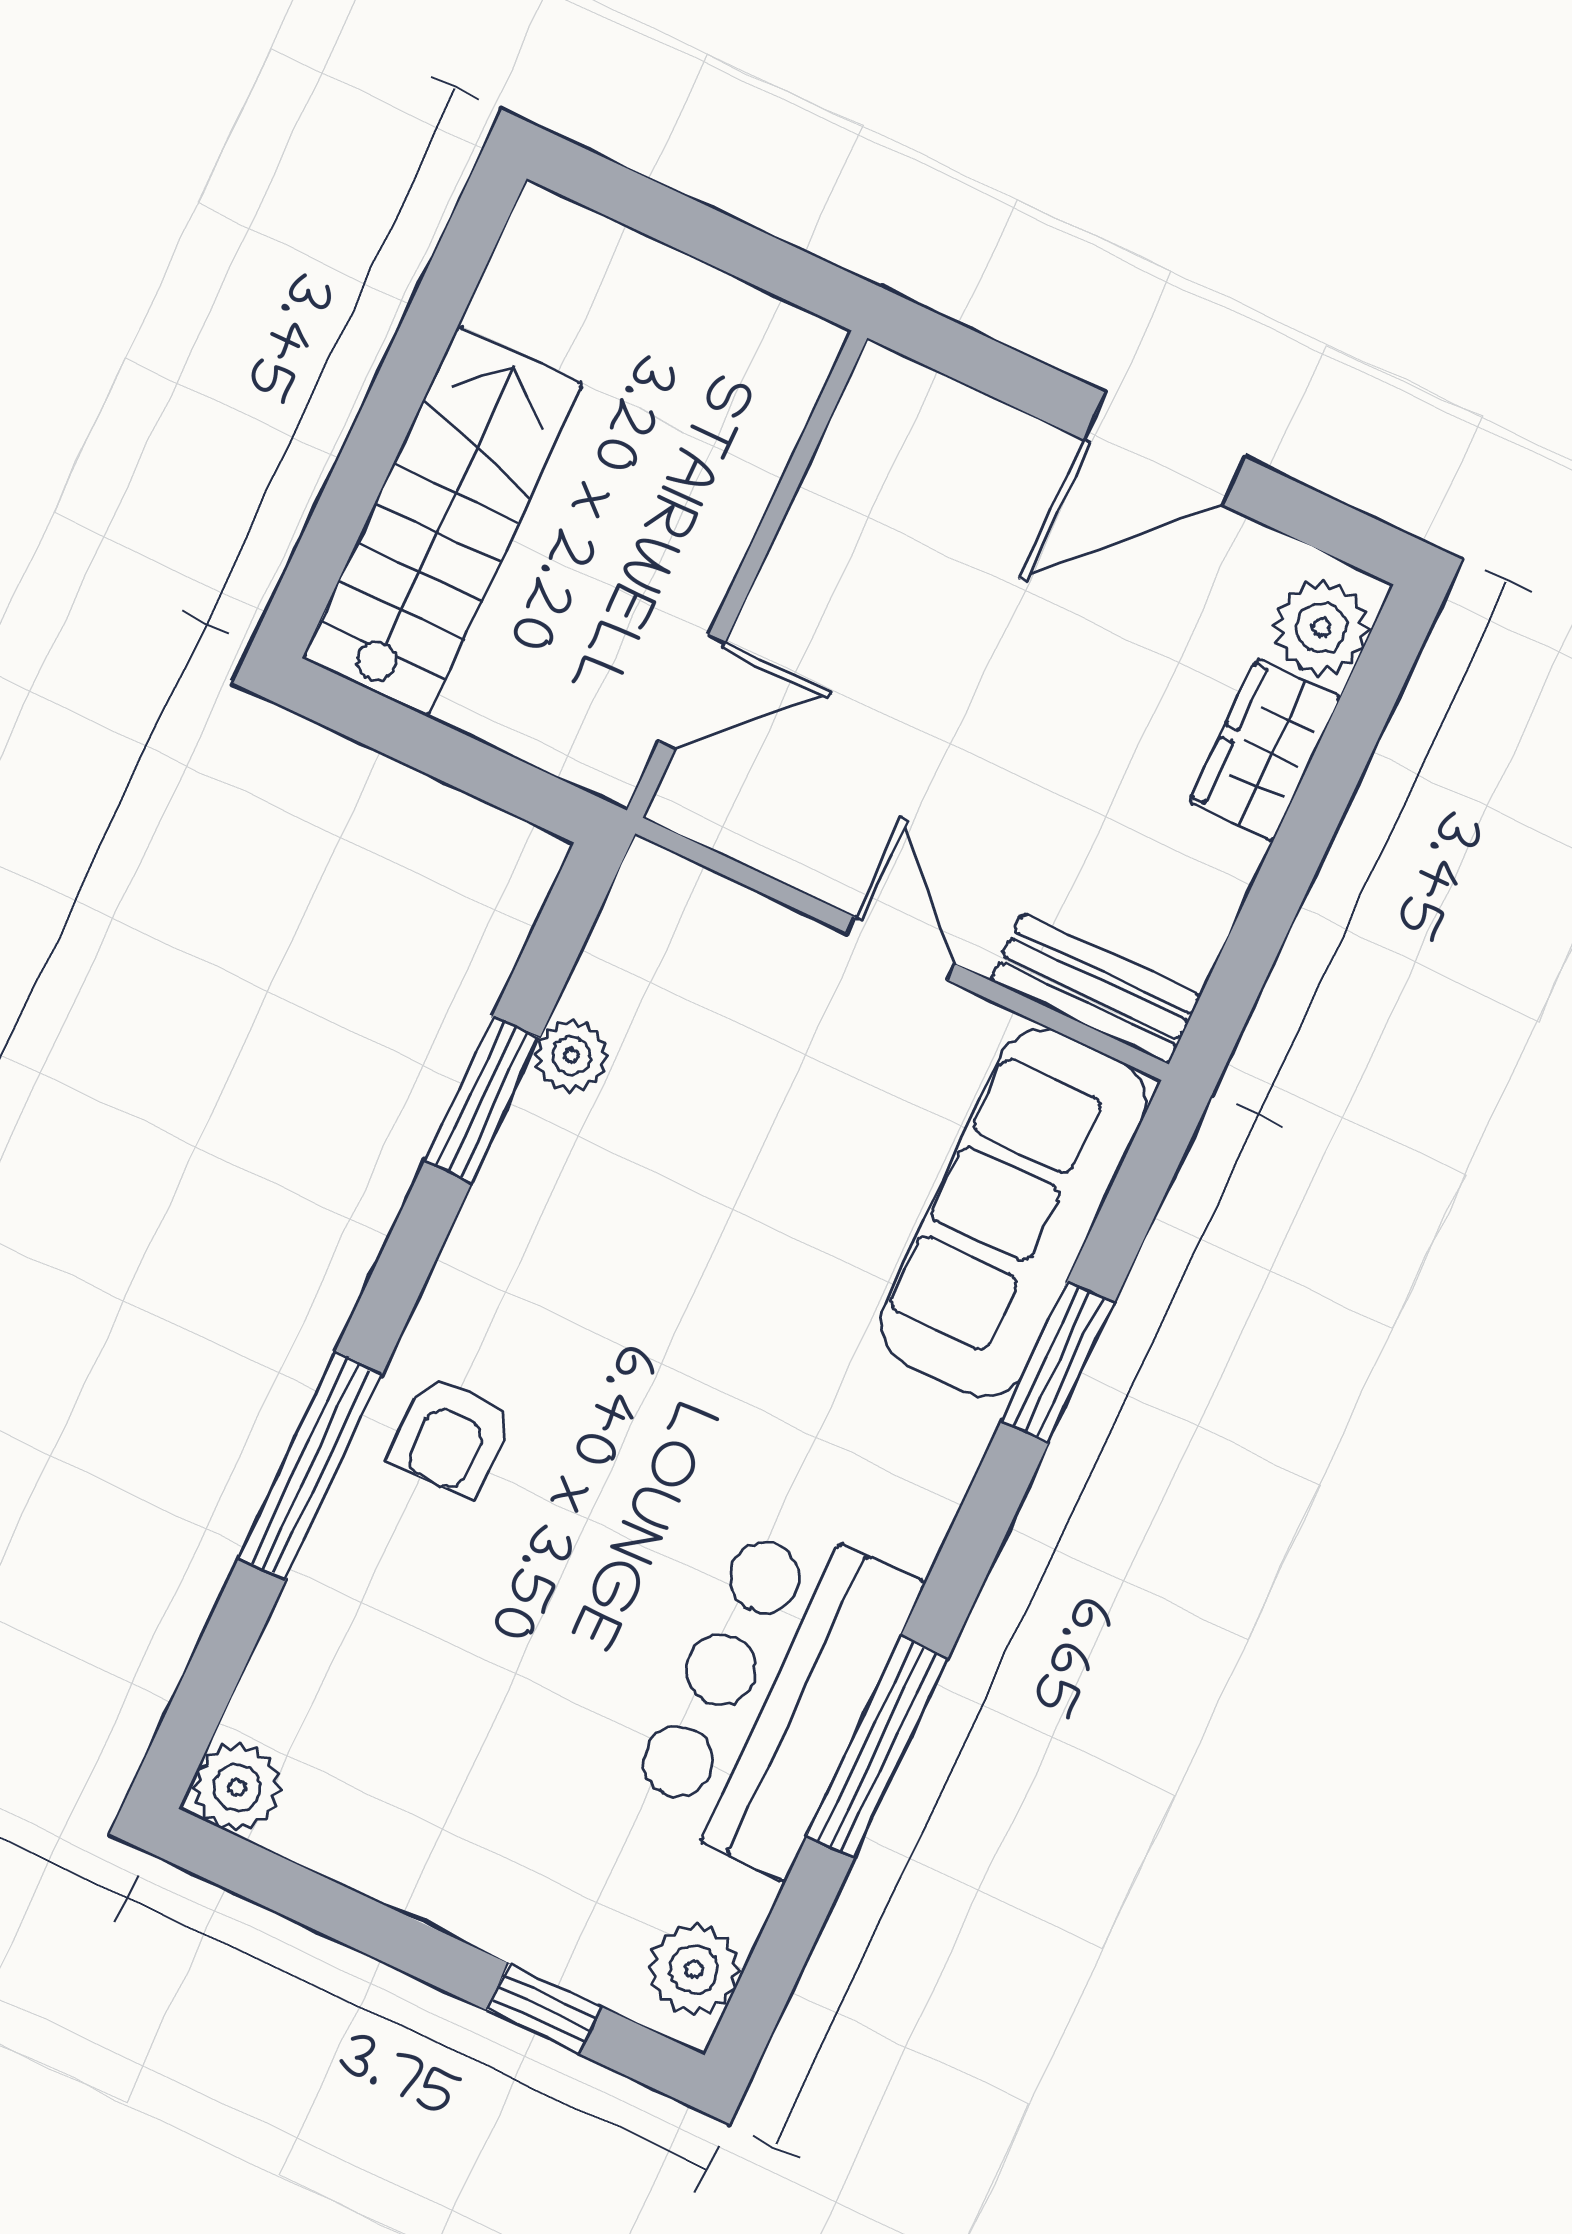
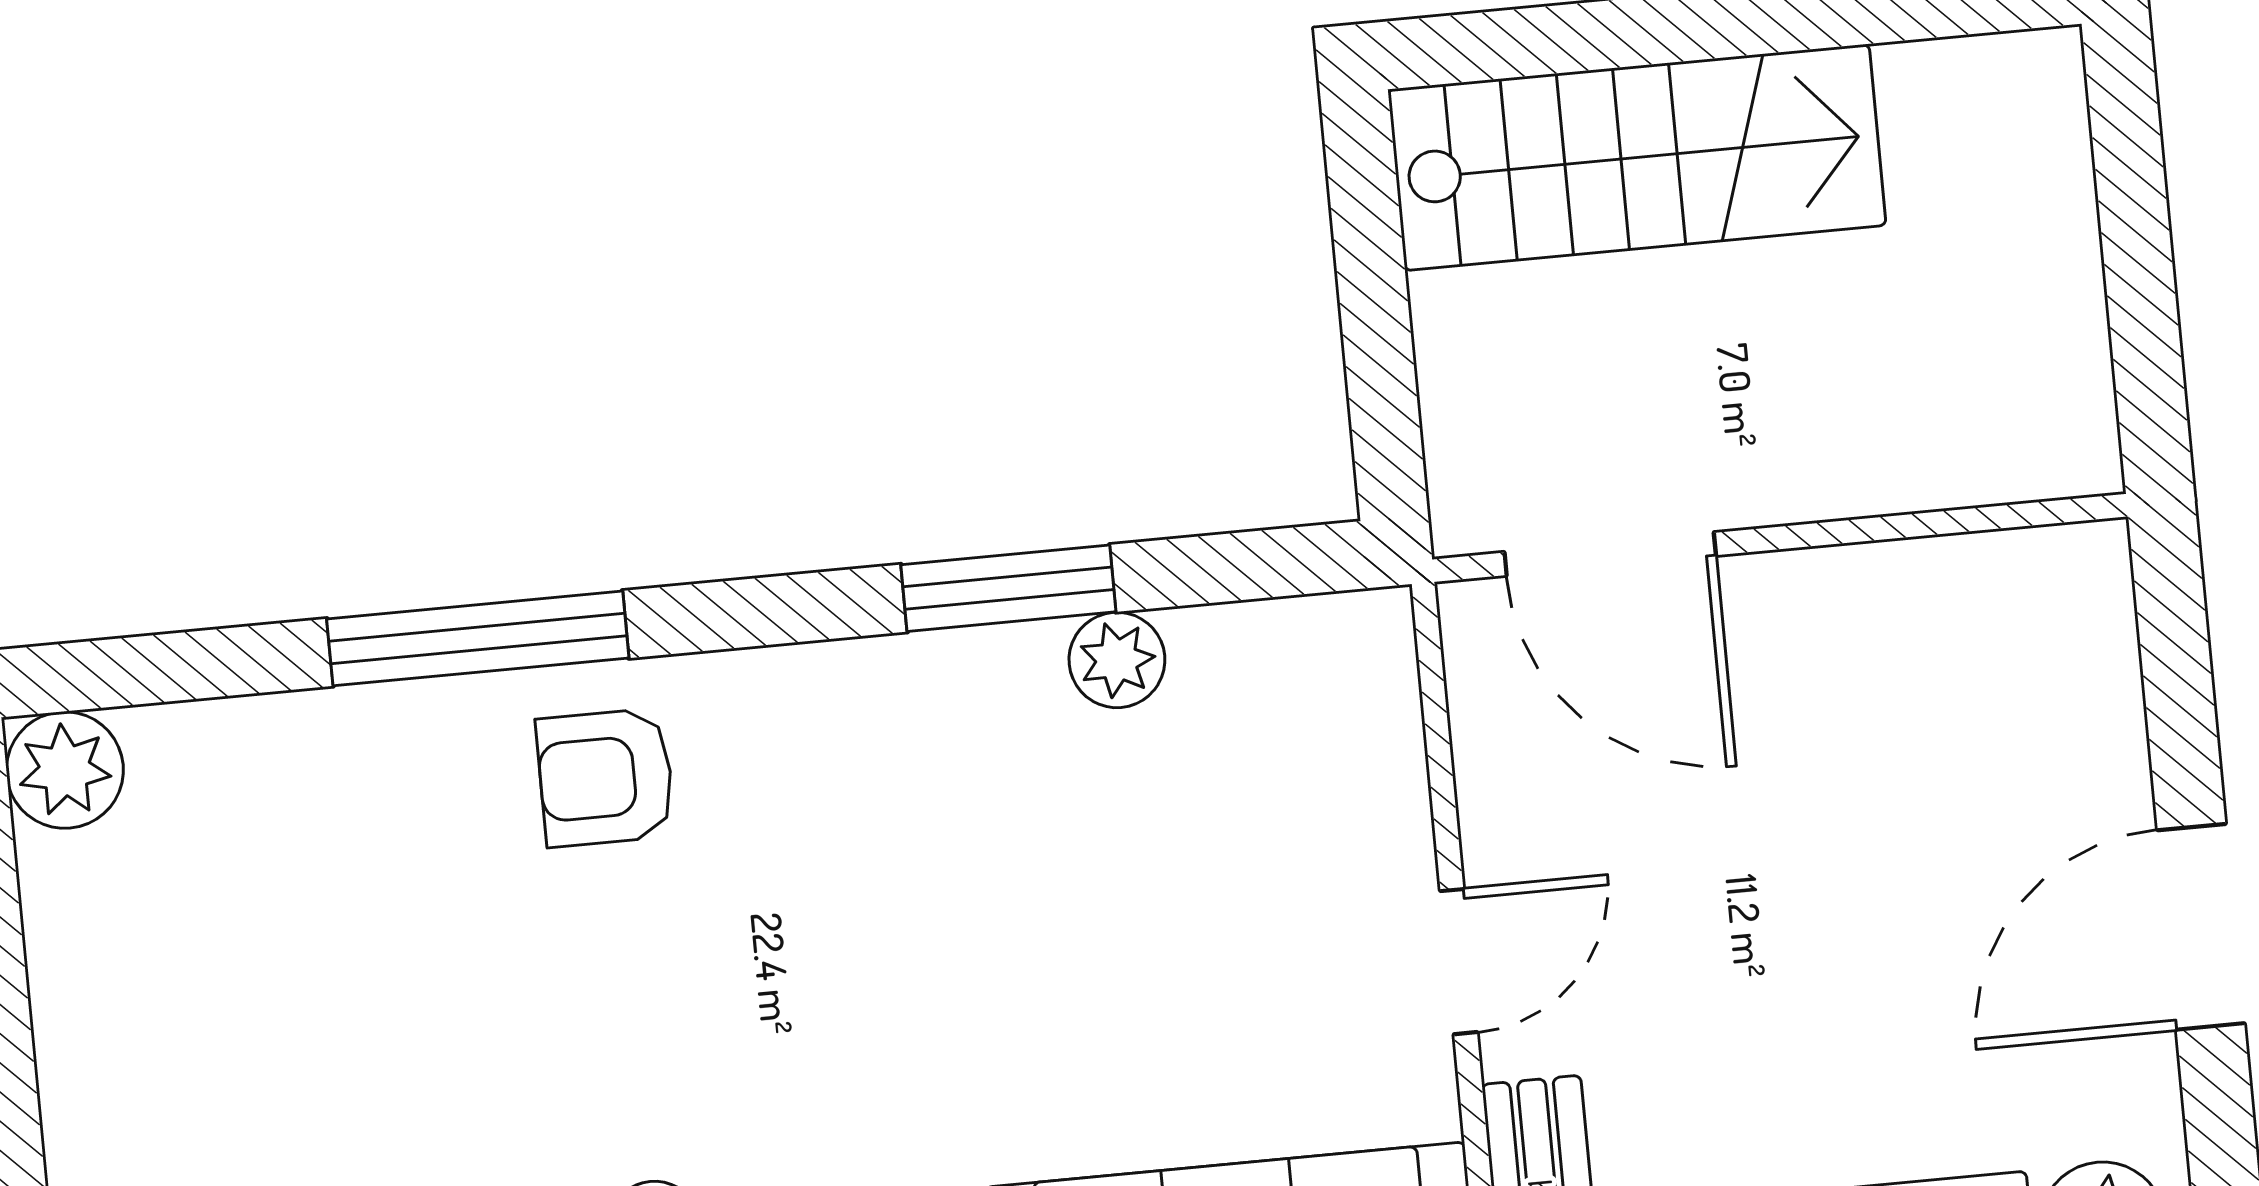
door: (1164, 449) -> (2201, 927), hinge flipped
door: (692, 692) -> (1610, 554), width x1.38

